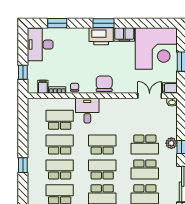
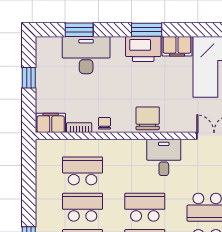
desk: (40, 45) -> (86, 55), moved, turned 90
window: (23, 72) -> (29, 78), moved
filing cabinet: (43, 87) -> (51, 123), width x2.00
desk: (87, 111) -> (164, 157), moved

